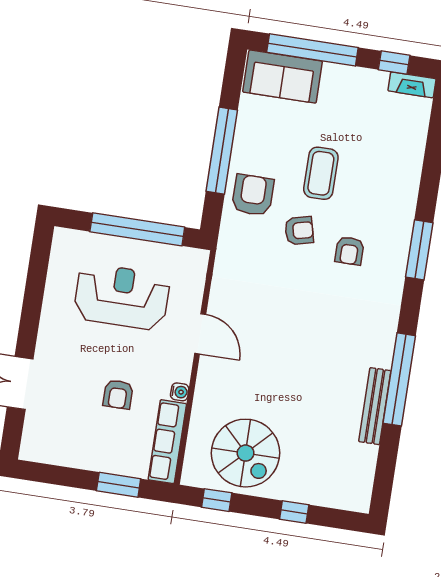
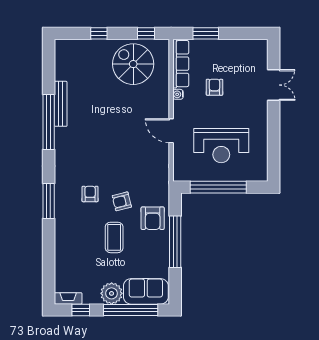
plant: (339, 82) -> (112, 293), added

